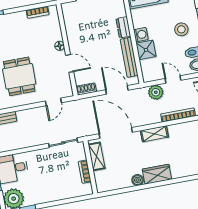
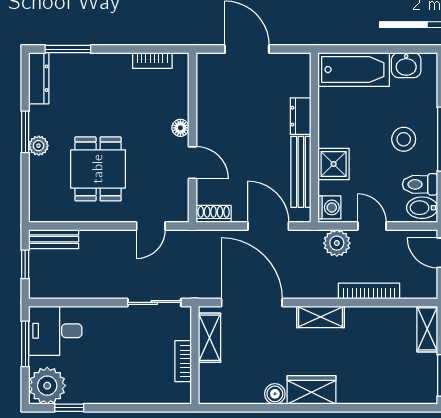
washing machine: (141, 35) -> (329, 207), moved

